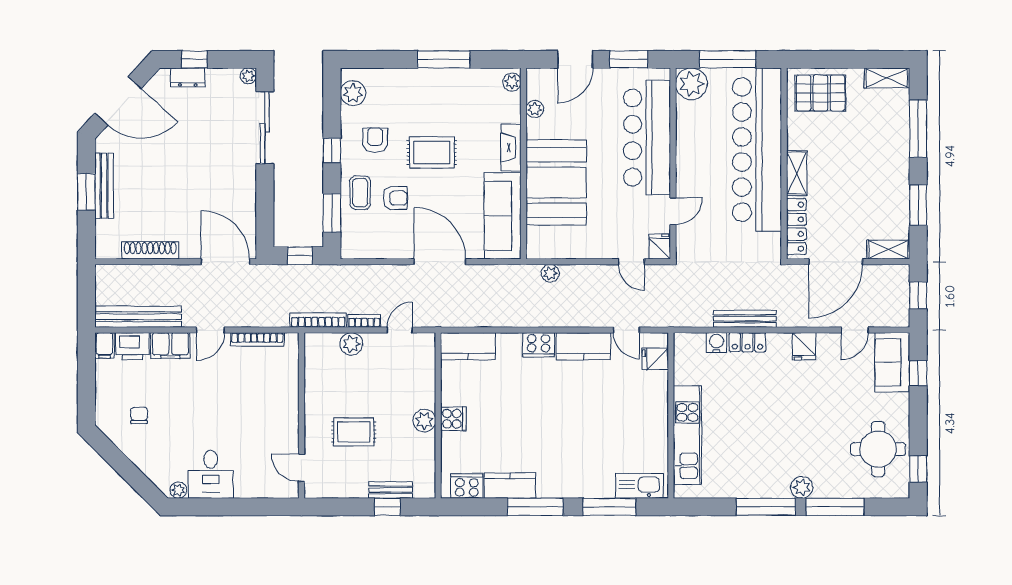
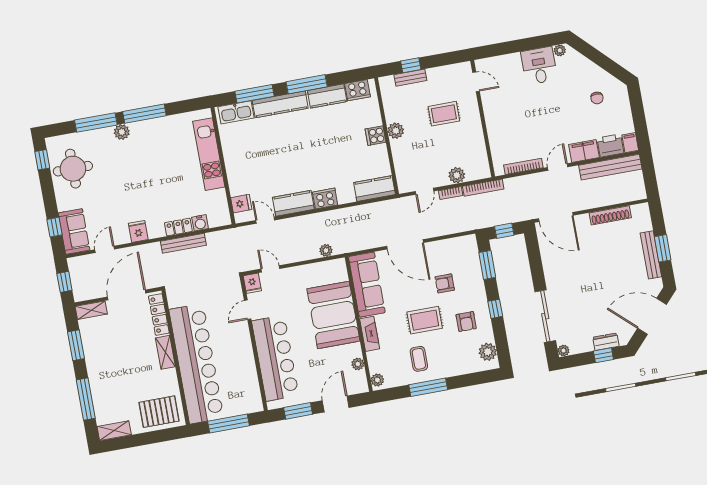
plant: (691, 84) -> (251, 402), removed
coffee table: (360, 193) -> (419, 359), moved
kitchen counter: (577, 486) -> (280, 104), added

